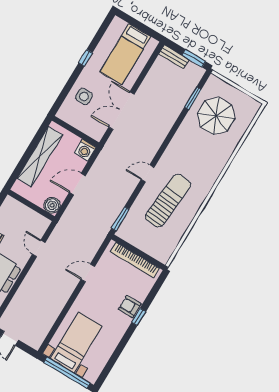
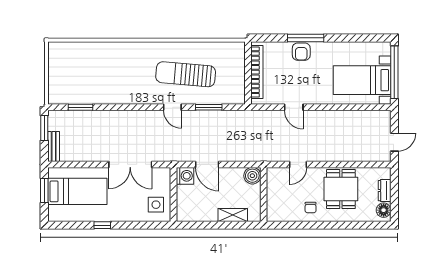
window: (142, 27) -> (44, 190), added
side table: (84, 96) -> (156, 205), moved
parasol: (216, 116) -> (84, 77), removed
shelving: (40, 157) -> (233, 215), width x0.45, depth x0.75
door: (77, 184) -> (207, 164), moved
window: (120, 219) -> (209, 107), moved
window: (139, 317) -> (306, 38), width x2.17

